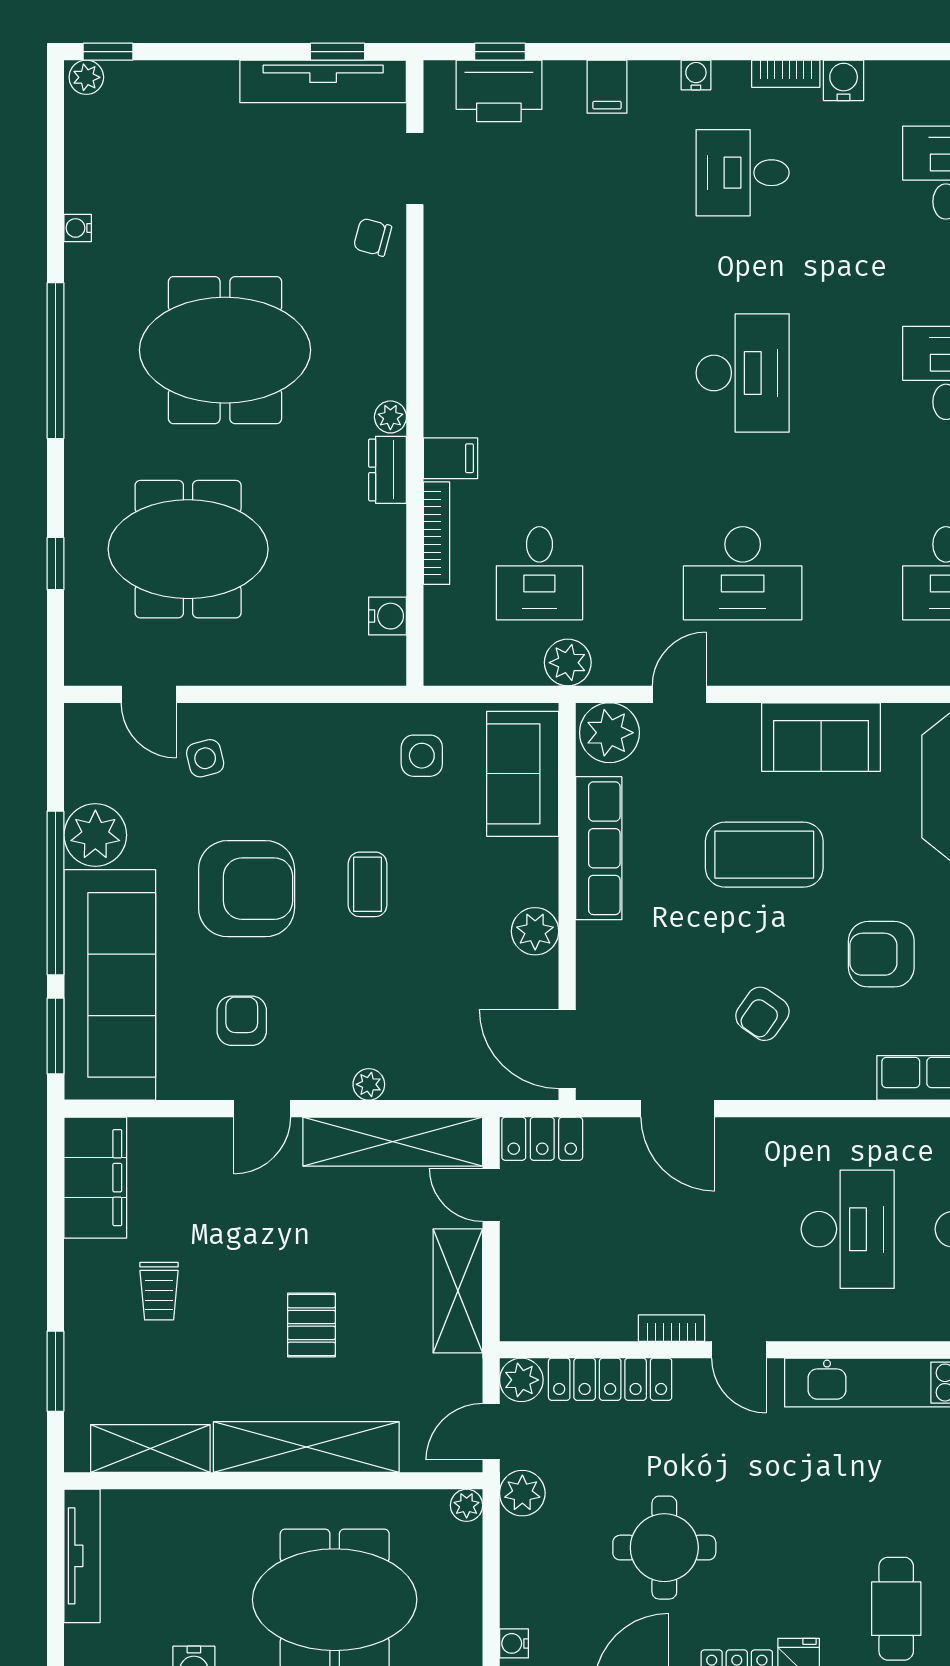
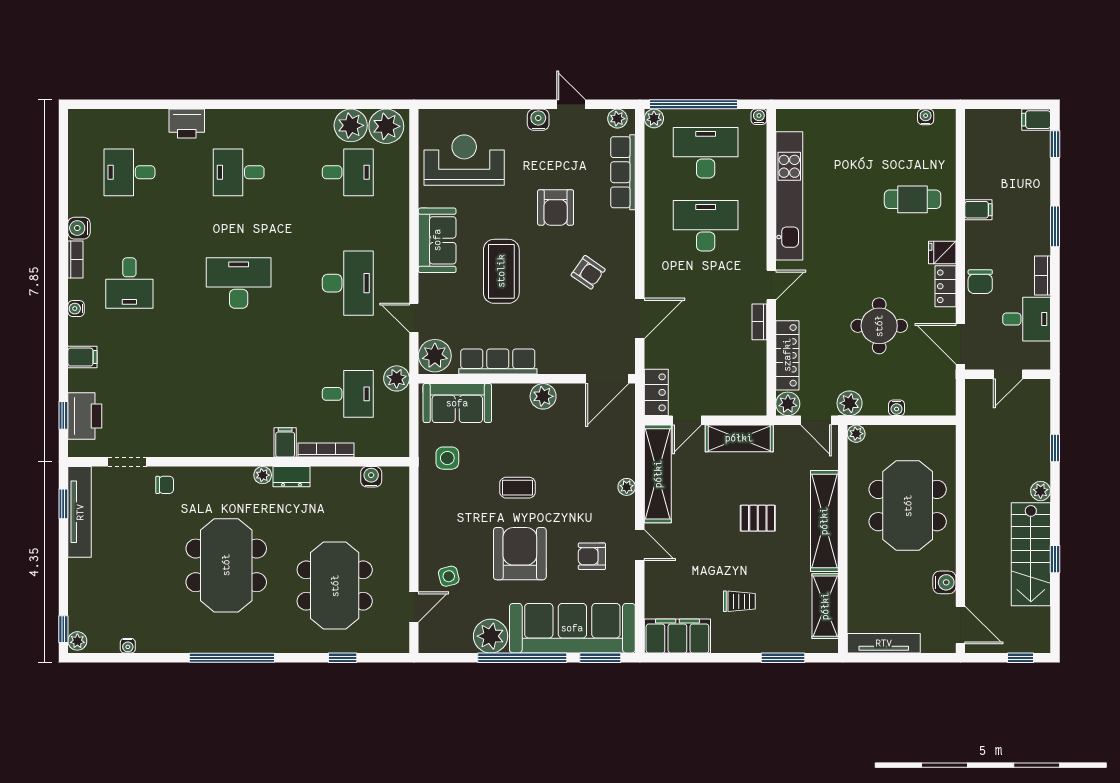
water cooler: (78, 228) -> (128, 646), moved
chair: (373, 237) -> (165, 485), turned -105
water cooler: (514, 1643) -> (897, 408), moved

